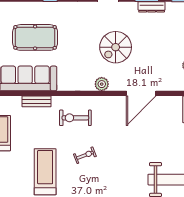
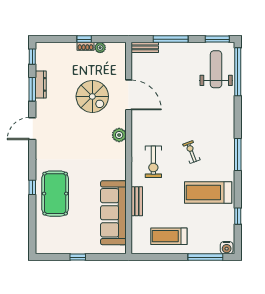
pool table: (35, 37) -> (55, 194), moved
spiral stairs: (116, 47) -> (92, 96), moved

